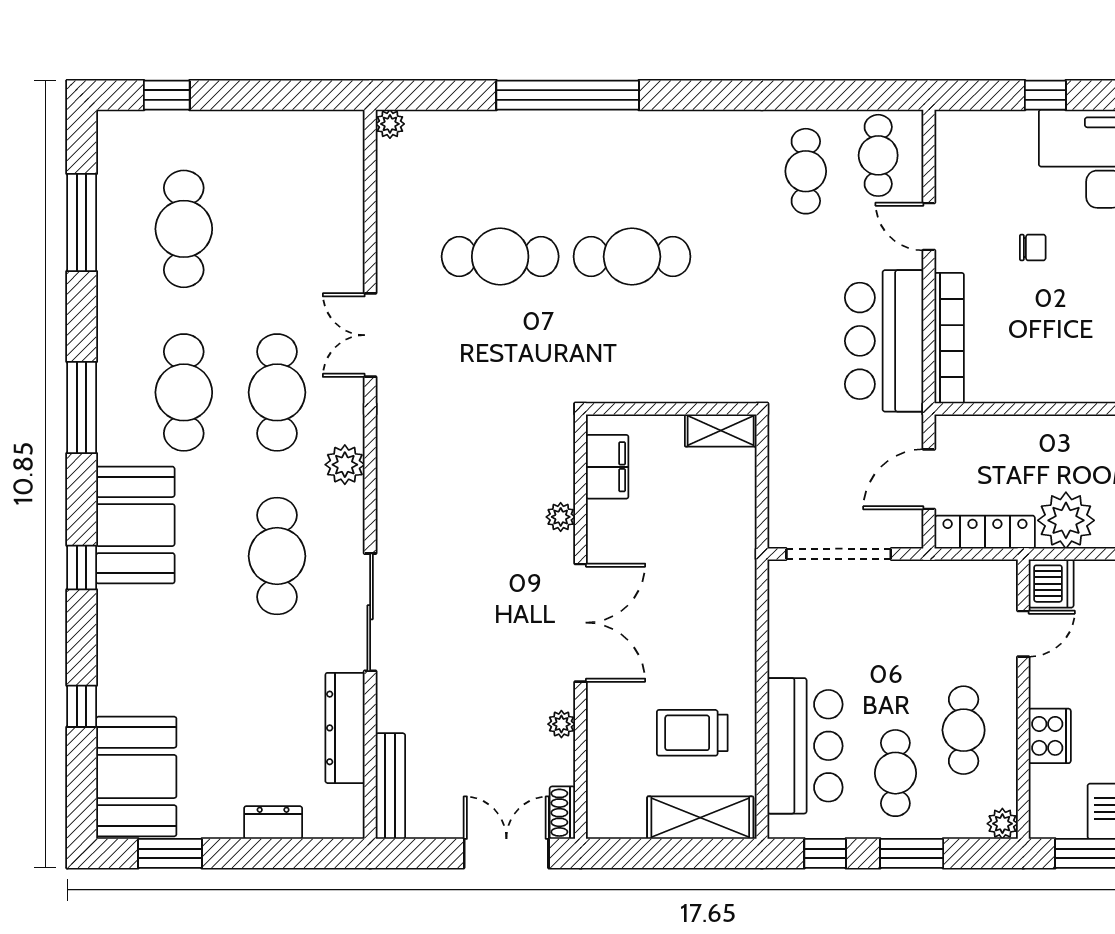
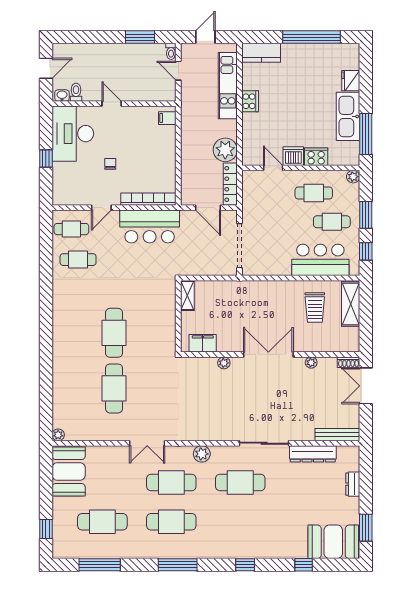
window: (568, 95) -> (46, 360), removed
booth: (135, 525) -> (69, 472), moved, turned 90
dishwasher: (1051, 584) -> (293, 156), moved

